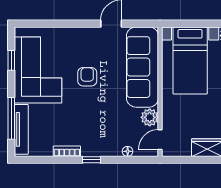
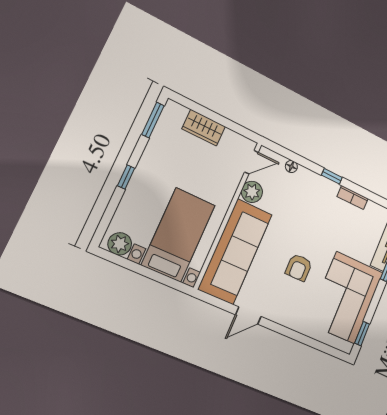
window: (11, 60) -> (362, 334), moved

